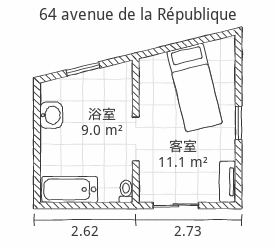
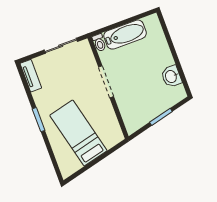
bathtub: (70, 189) -> (125, 35), moved

